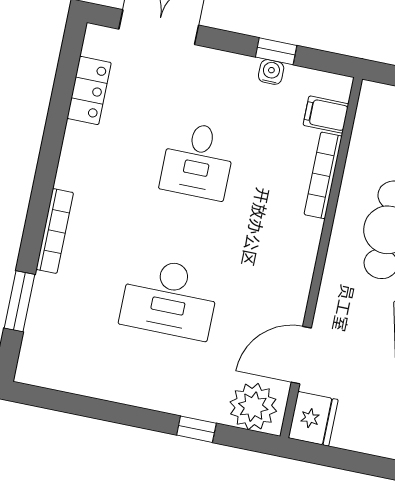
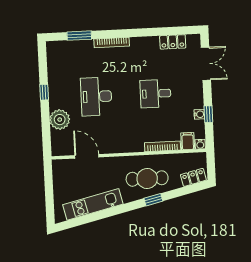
water cooler: (340, 88) -> (200, 144), added
plant: (253, 407) -> (60, 120), moved
fridge: (313, 419) -> (62, 168), removed
window: (196, 429) -> (44, 92), moved

